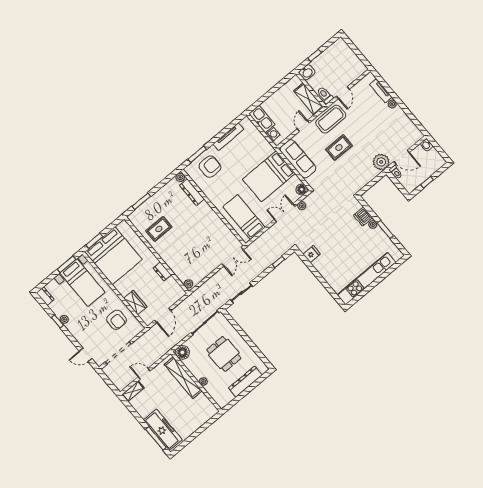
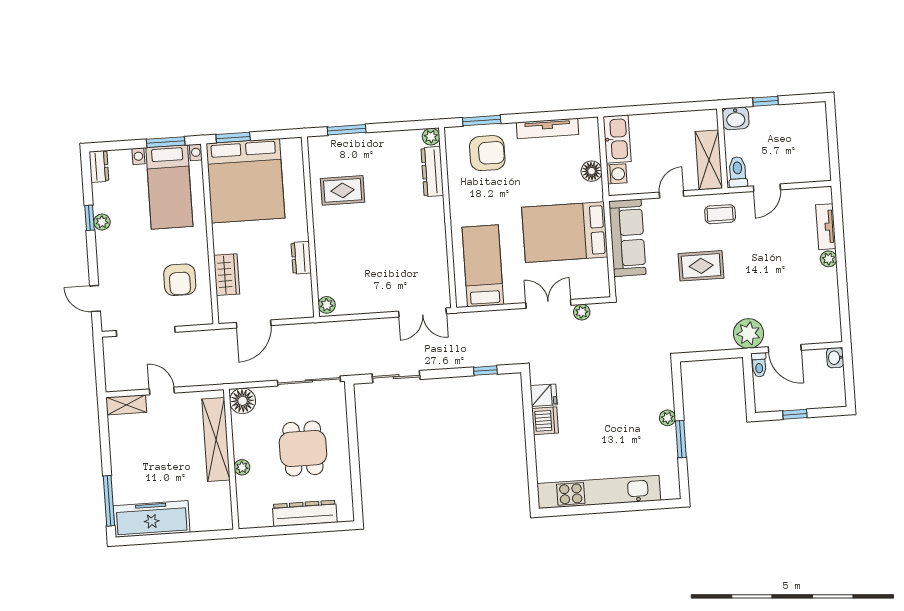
coffee table: (331, 119) -> (720, 214), width x0.54, depth x0.58
floor lamp: (302, 189) -> (592, 171), moved
dishwasher: (363, 217) -> (545, 421), moved, turned 180
freezer: (163, 430) -> (152, 519), moved, turned -90

